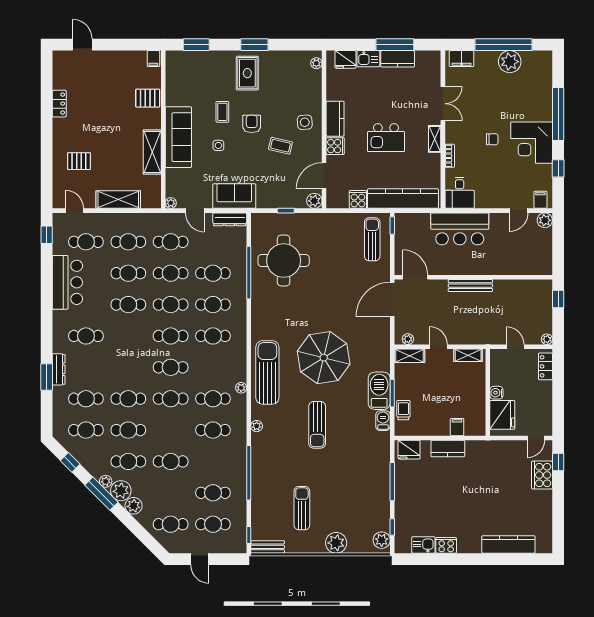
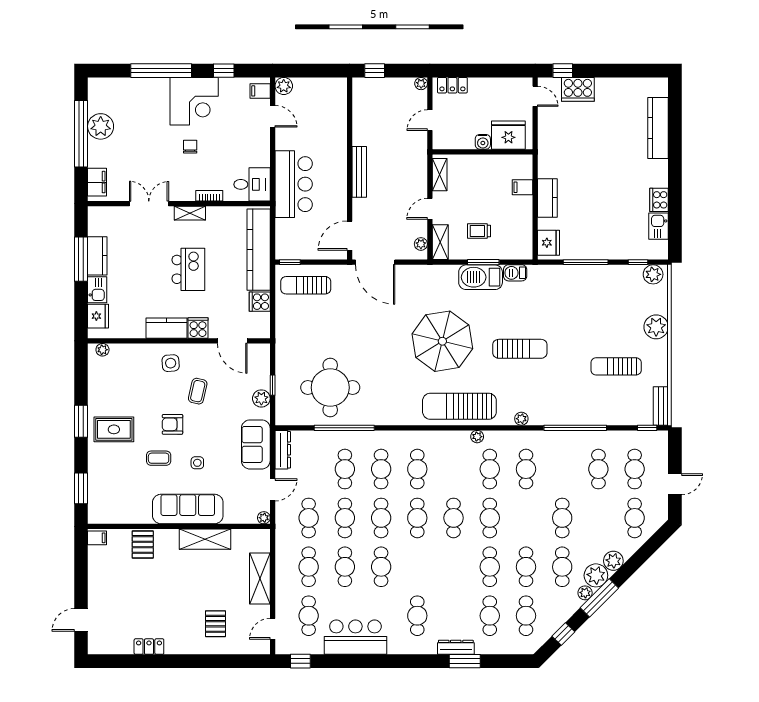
plant: (314, 201) -> (261, 398), moved
trolley: (403, 410) -> (479, 231), moved

